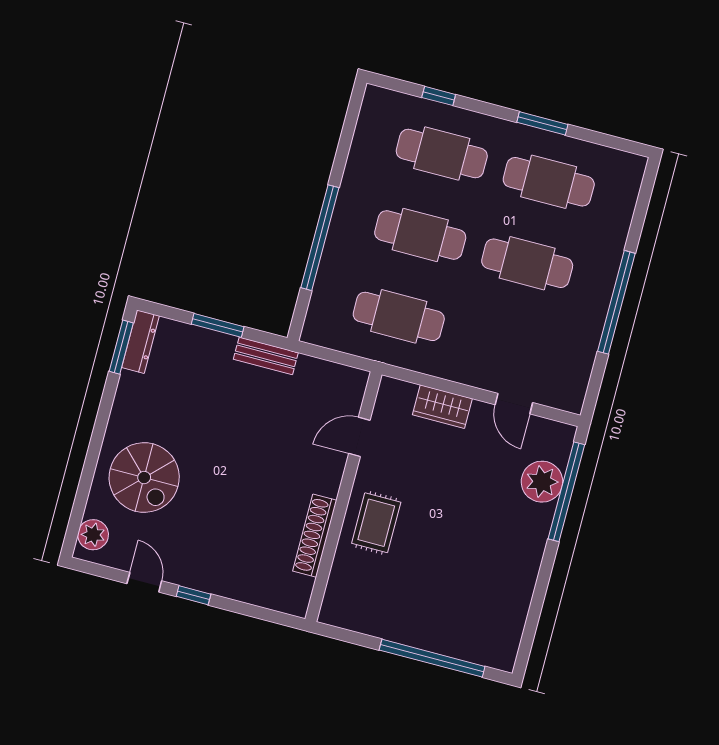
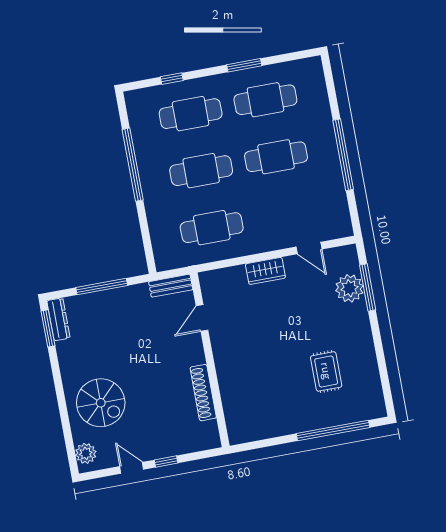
window: (320, 238) -> (133, 165), moved
window: (218, 325) -> (102, 286), width x1.44
bench: (266, 356) -> (171, 286), moved
door: (359, 437) -> (202, 318), moved
window: (566, 492) -> (368, 287), width x0.68
wall: (344, 497) -> (210, 360), moved
rug: (376, 523) -> (326, 371), moved
shoe rack: (315, 536) -> (203, 393), moved

